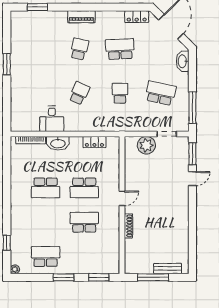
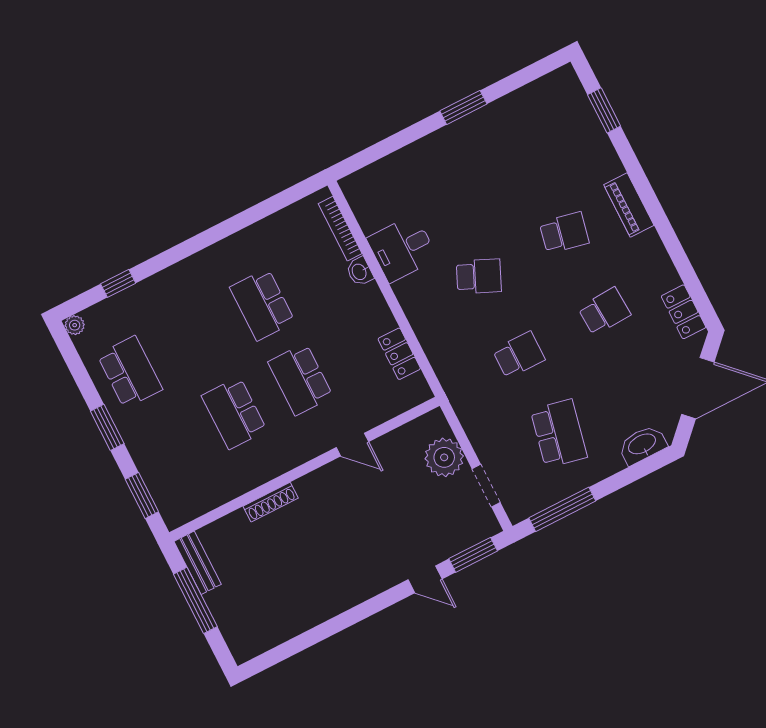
school desk: (120, 49) -> (604, 311), width x0.54
washbasin: (58, 143) -> (360, 272), width x0.52, depth x0.69
door: (122, 198) -> (352, 445), moved
school desk: (84, 222) -> (234, 413), turned 180
bench: (167, 269) -> (198, 563), moved

